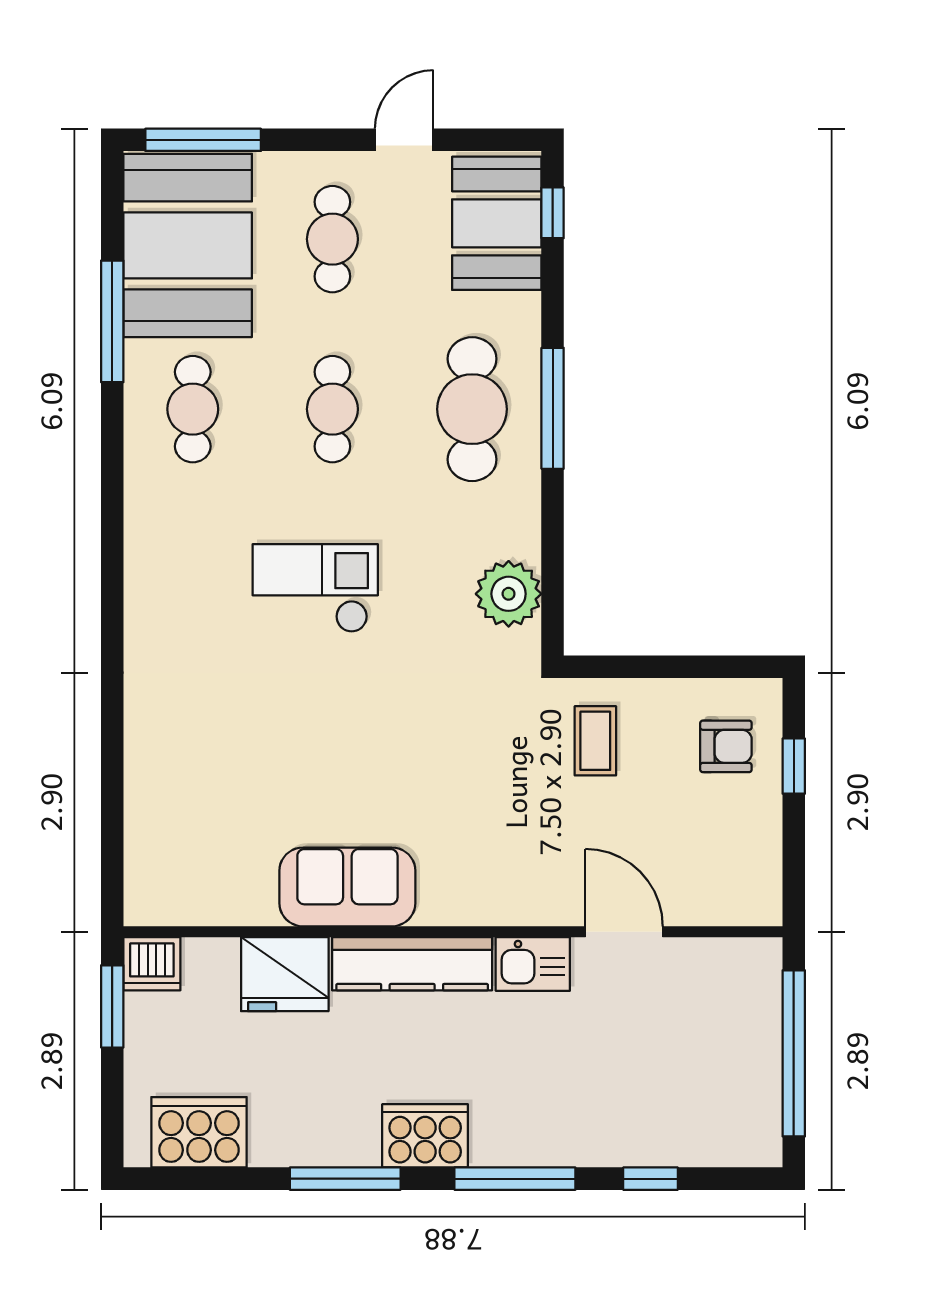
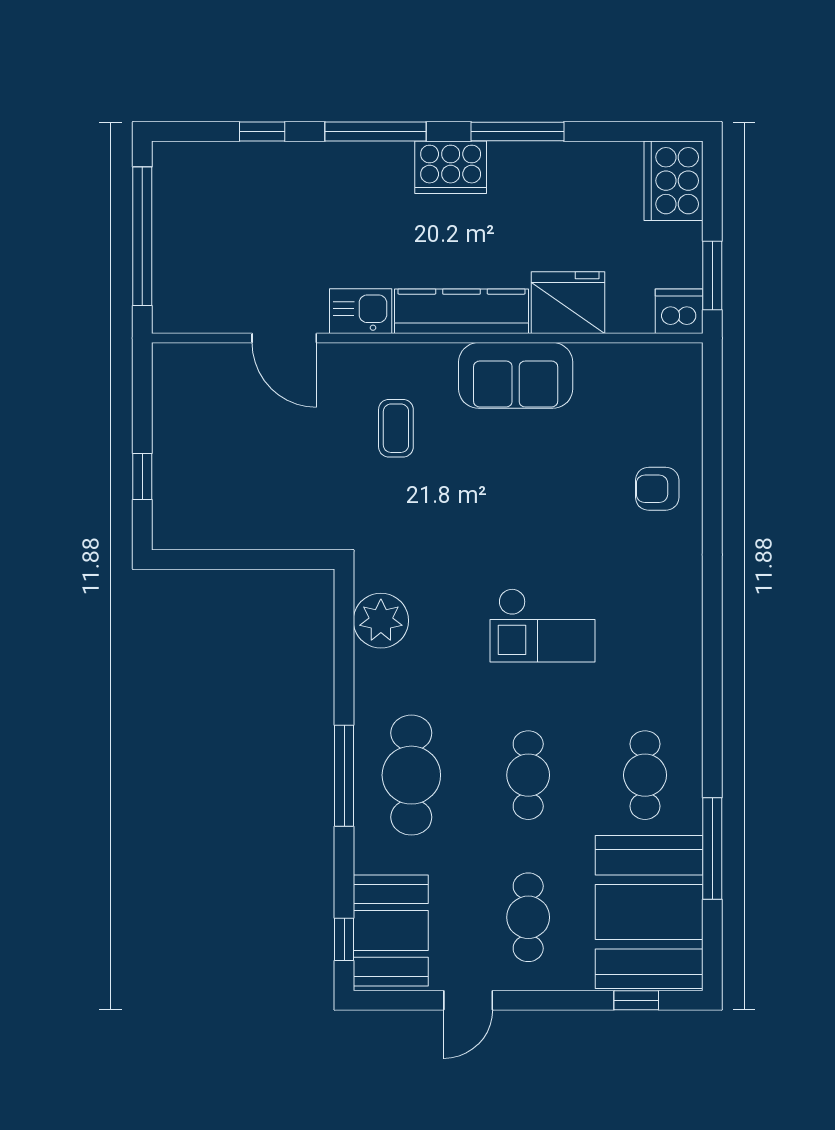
window: (203, 140) -> (636, 1000), width x0.46
coffee table: (595, 741) -> (396, 428), moved
armchair: (726, 746) -> (657, 489), moved
cooker: (199, 1132) -> (674, 181), moved, turned 90

